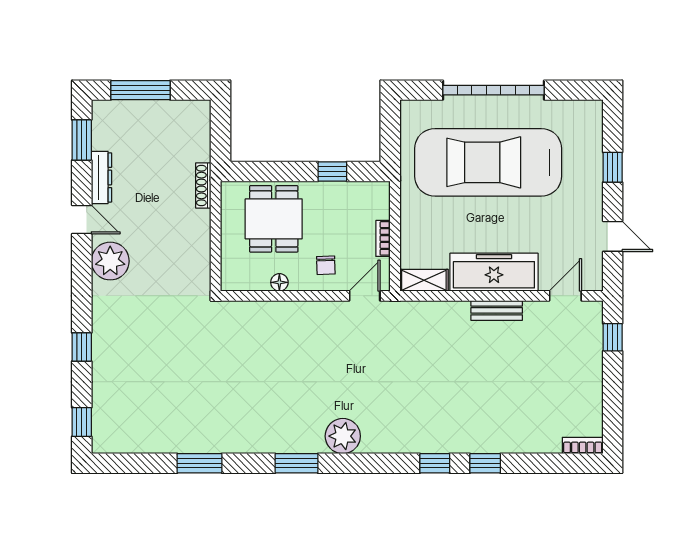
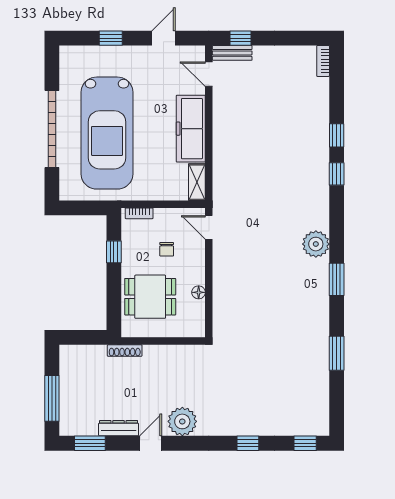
bookcase: (383, 238) -> (139, 213), moved
chair: (326, 265) -> (167, 249), moved, turned 92
bench: (497, 310) -> (232, 53), moved, turned 90

